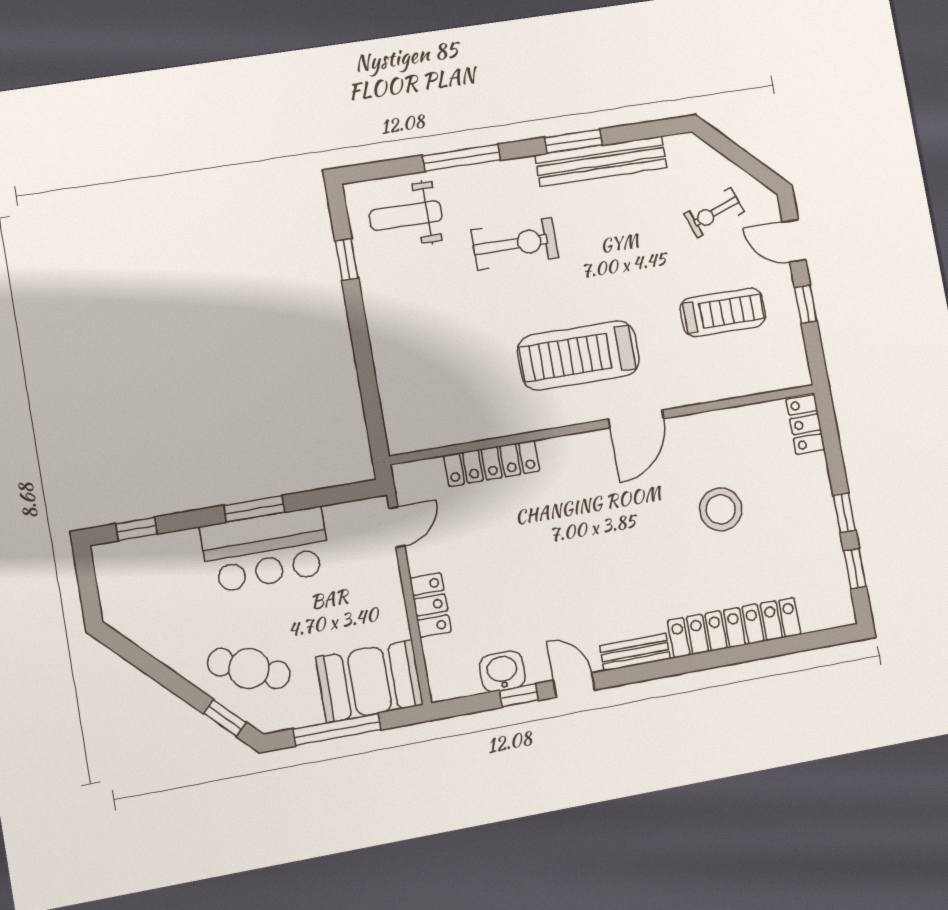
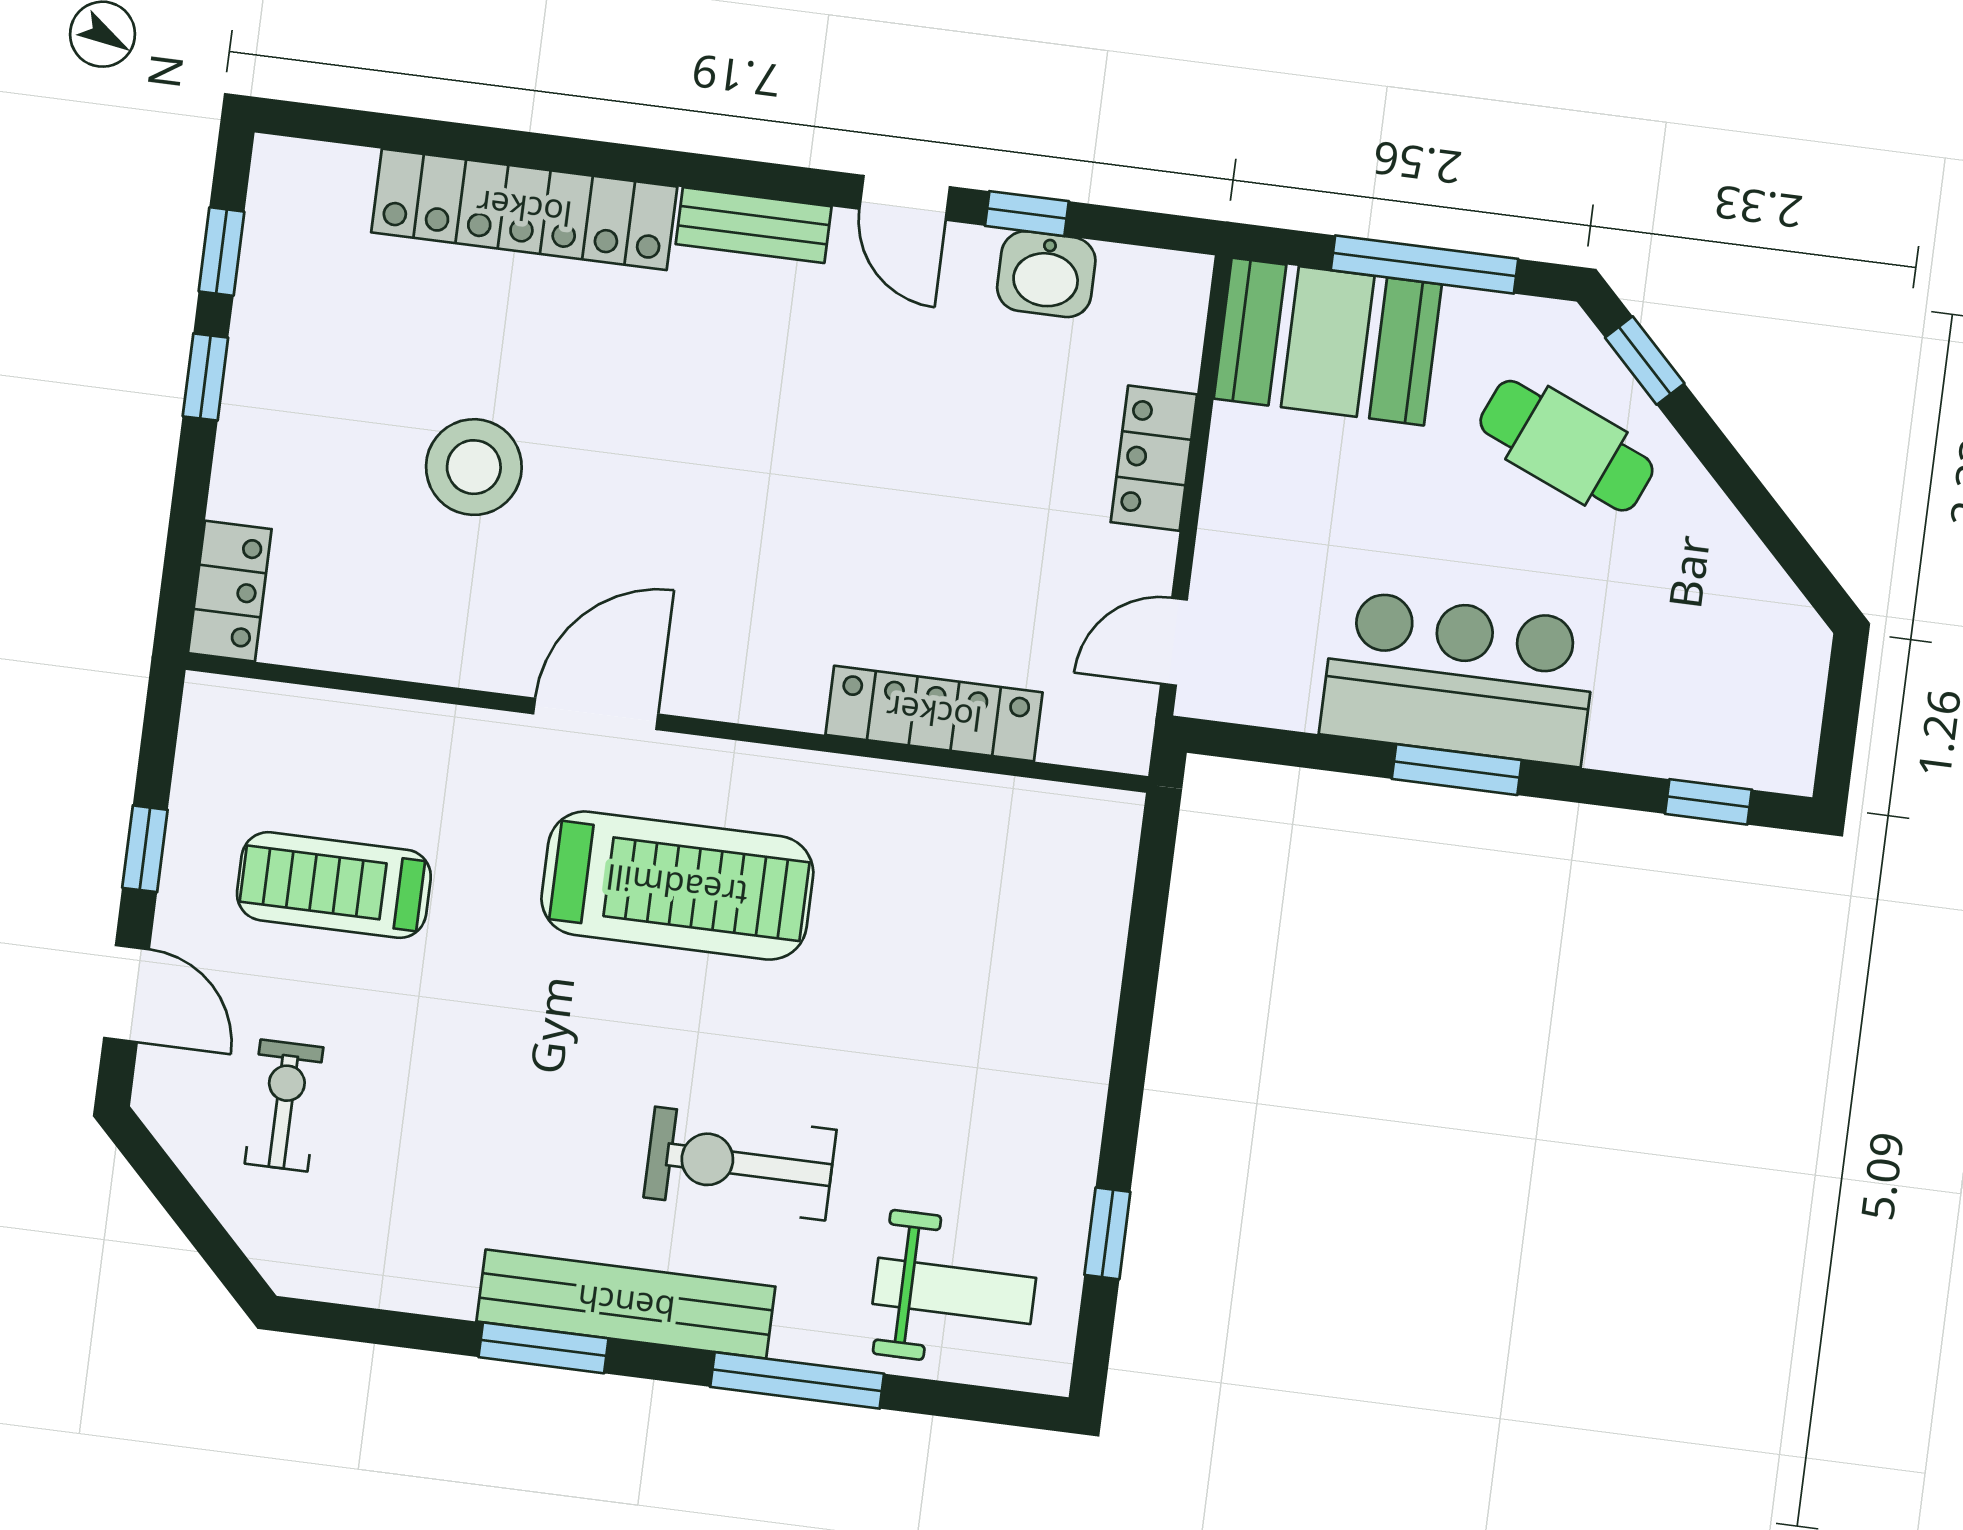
bench: (601, 161) -> (626, 1304), moved
exercise bike: (714, 213) -> (284, 1105), turned -70

